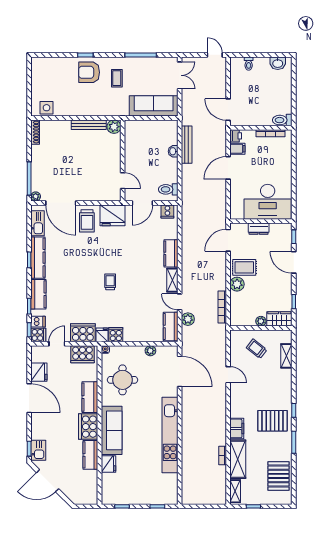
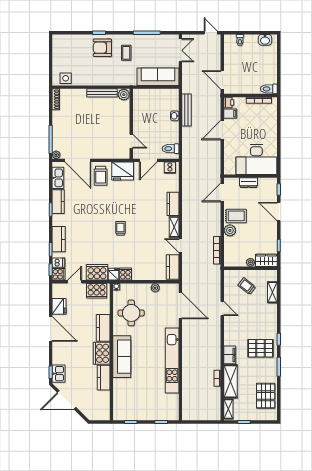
kitchen counter: (38, 258) -> (58, 202), width x0.67
plant: (188, 319) -> (187, 261), removed
fridge: (108, 464) -> (119, 386), removed

